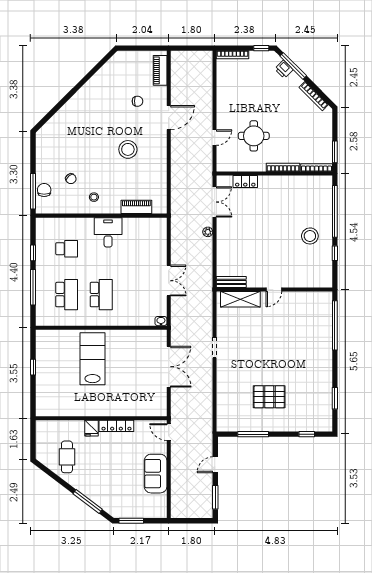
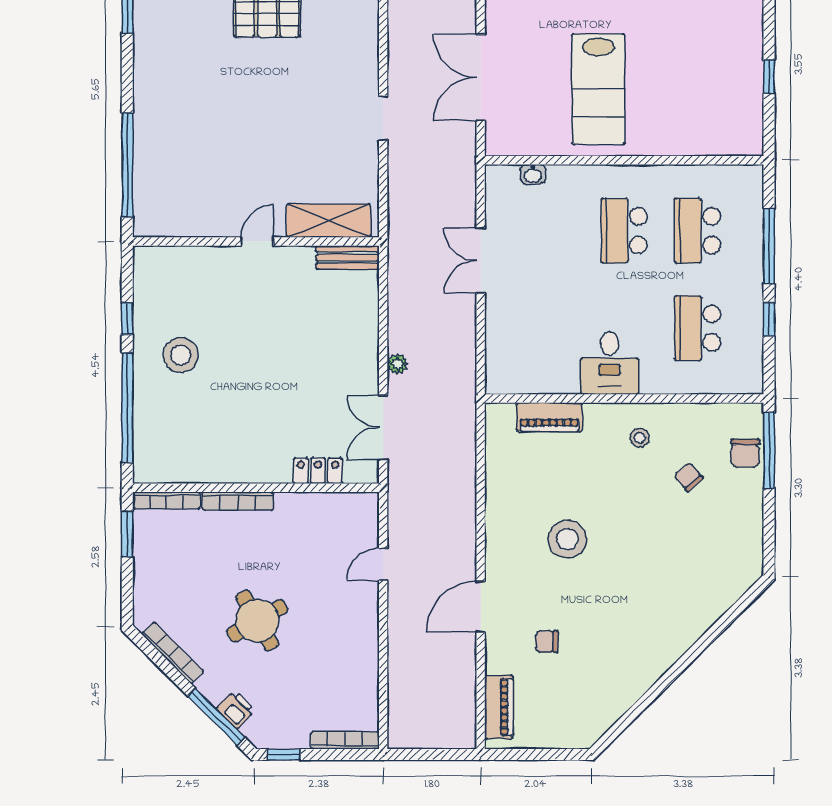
round table: (254, 136) -> (257, 621), moved, turned -30
school desk: (67, 249) -> (698, 328), width x1.85
washbasin: (161, 321) -> (533, 174), moved
lab bench: (92, 359) -> (598, 89), moved

